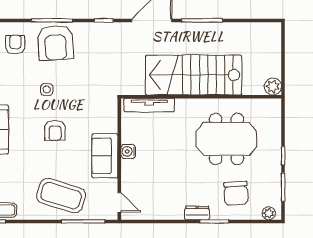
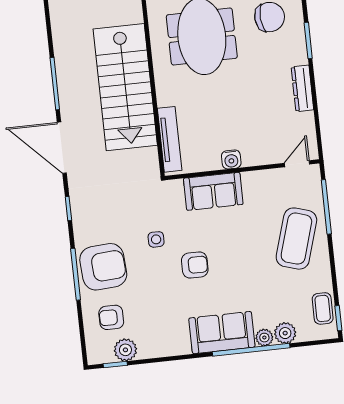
side table: (47, 90) -> (156, 239), moved
armchair: (55, 130) -> (195, 265), moved
sofa: (105, 156) -> (213, 191), moved
dresser: (197, 213) -> (302, 88), moved, width x1.44

